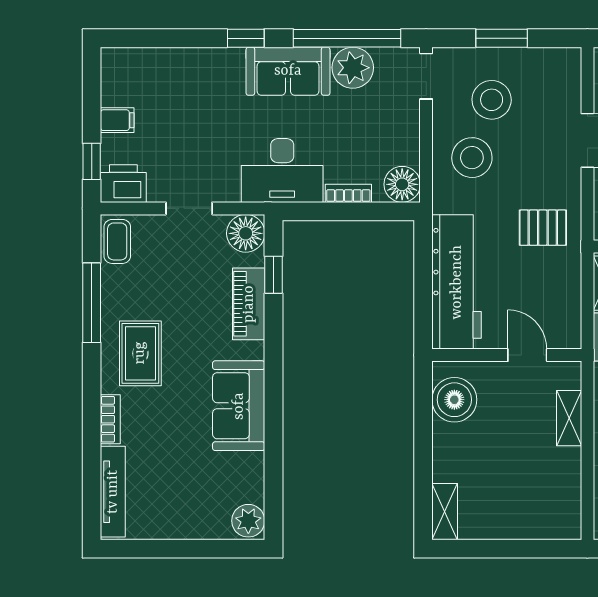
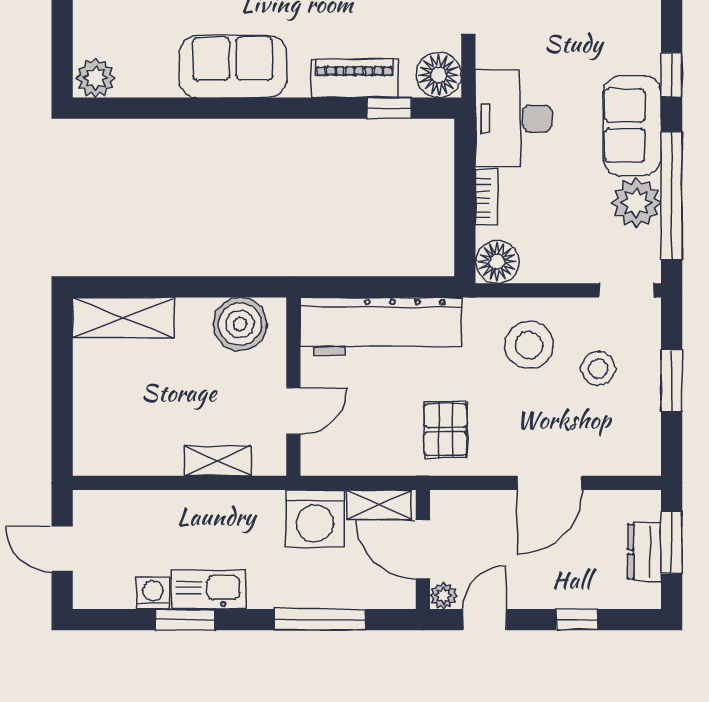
stool: (492, 100) -> (598, 368), width x0.73, depth x0.73
shelving: (445, 512) -> (123, 318), width x1.50, depth x1.33

